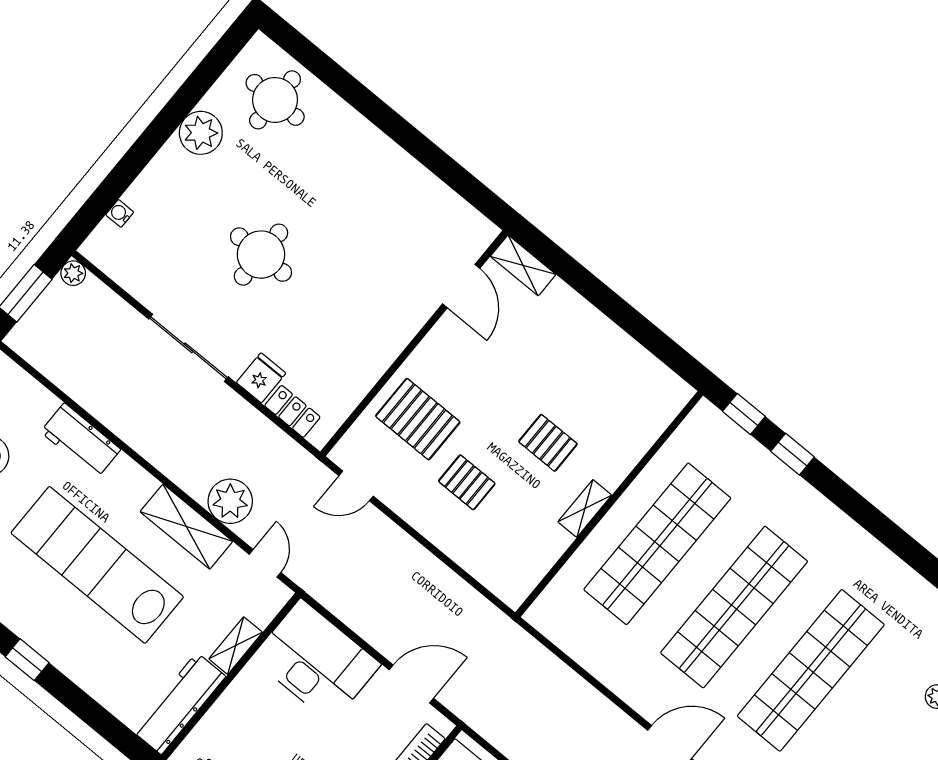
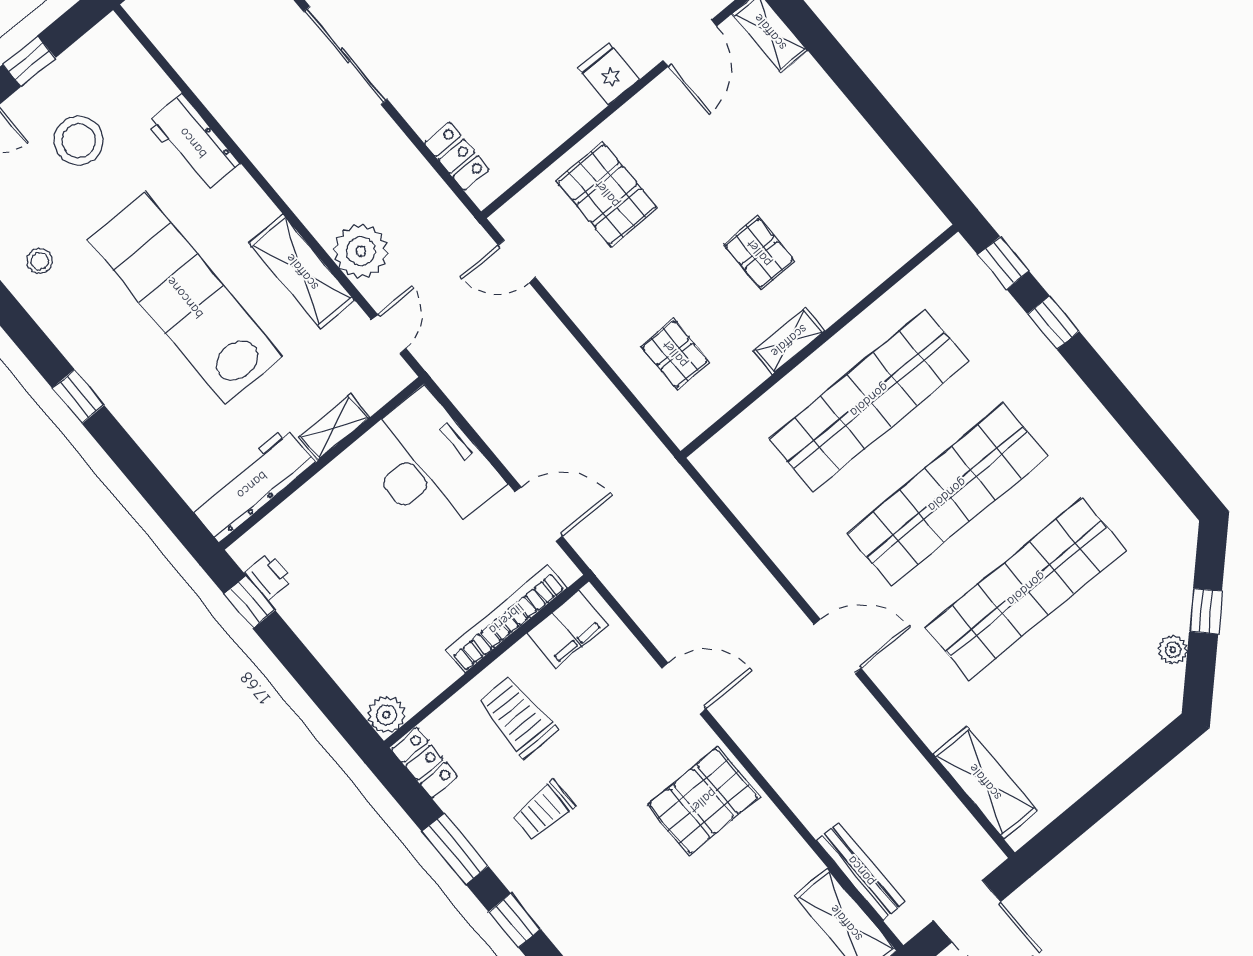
fridge: (261, 378) -> (609, 74), moved, turned -90
pallet: (467, 482) -> (675, 354), moved

